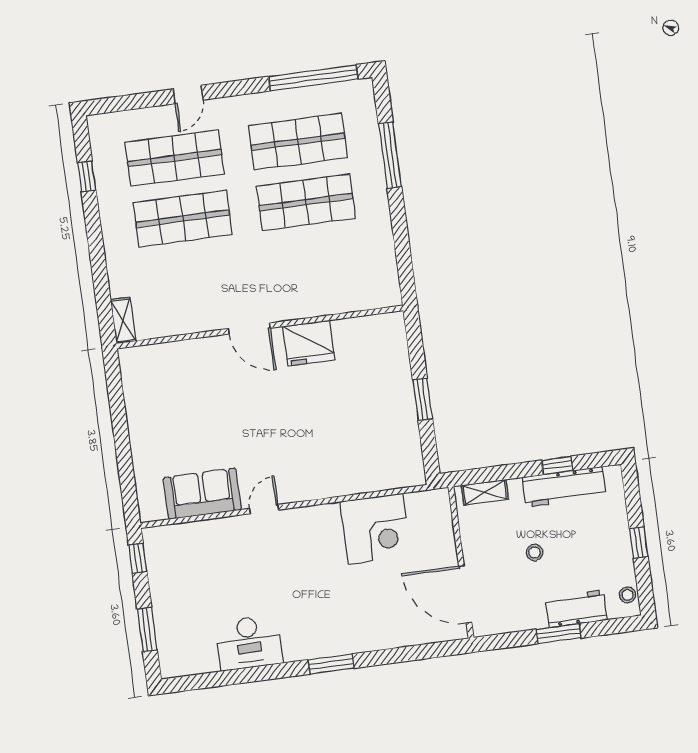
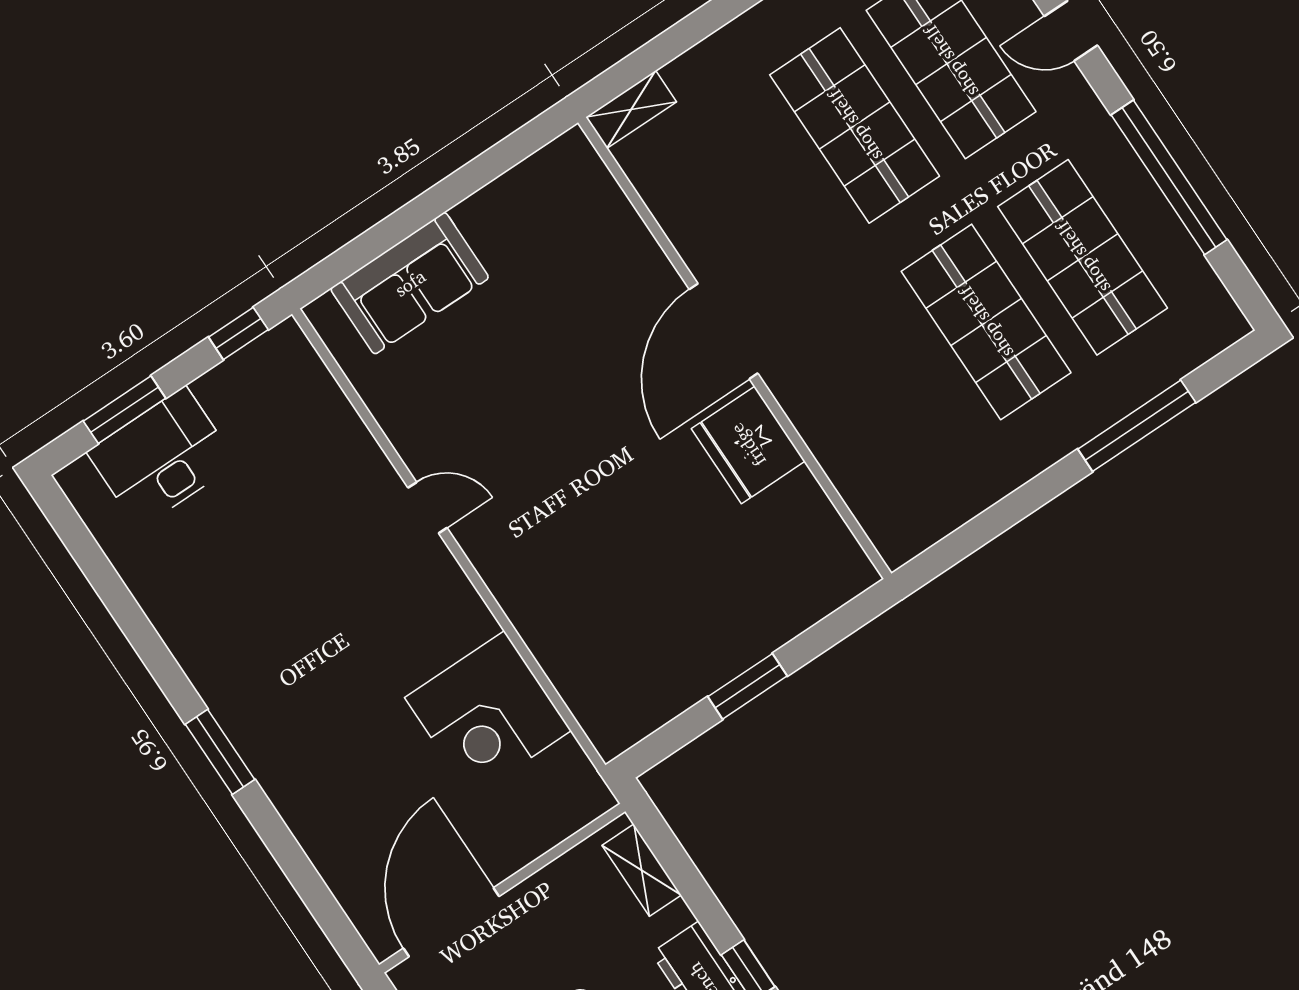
window: (313, 78) -> (1169, 177), moved
door: (249, 328) -> (724, 331), width x1.36
sofa: (202, 494) -> (410, 283), moved, turned 90
desk: (249, 643) -> (162, 458), moved, turned 90

